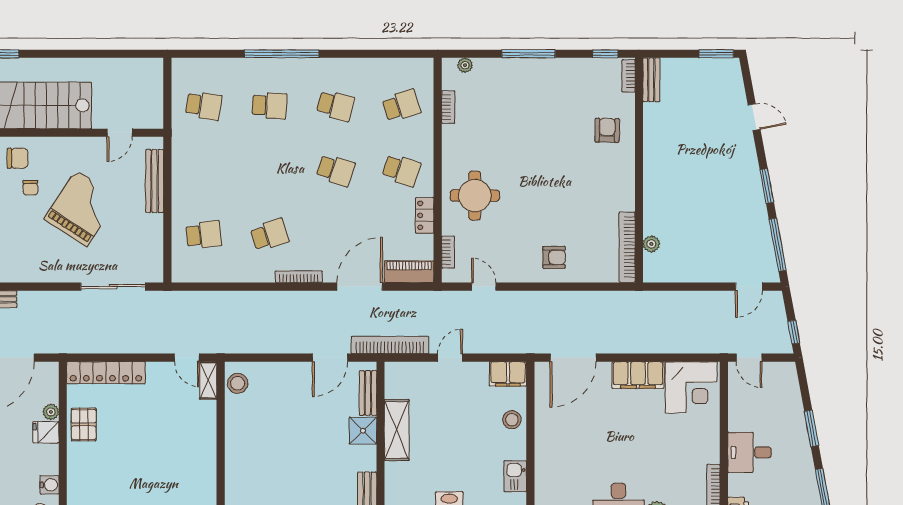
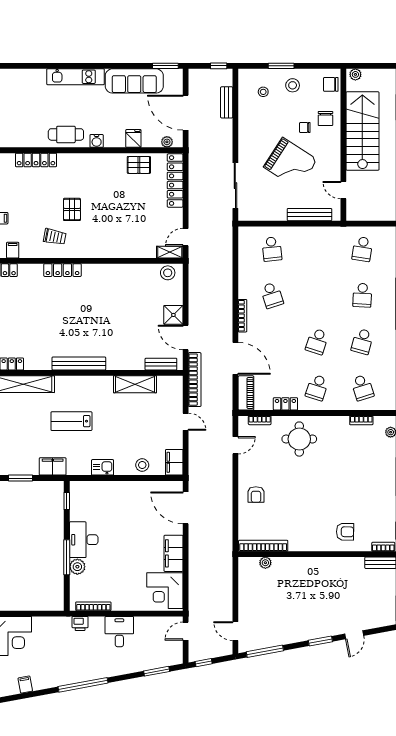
window: (767, 186) -> (320, 641), moved
plant: (51, 412) -> (167, 142), moved
window: (811, 428) -> (157, 671), moved
shower: (363, 431) -> (173, 315), moved

